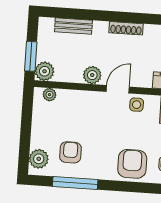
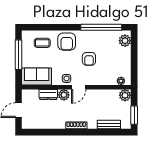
window: (31, 56) -> (134, 115), moved
plant: (92, 75) -> (64, 95), moved
armchair: (70, 152) -> (89, 59), moved
window: (75, 183) -> (101, 27), width x1.46

